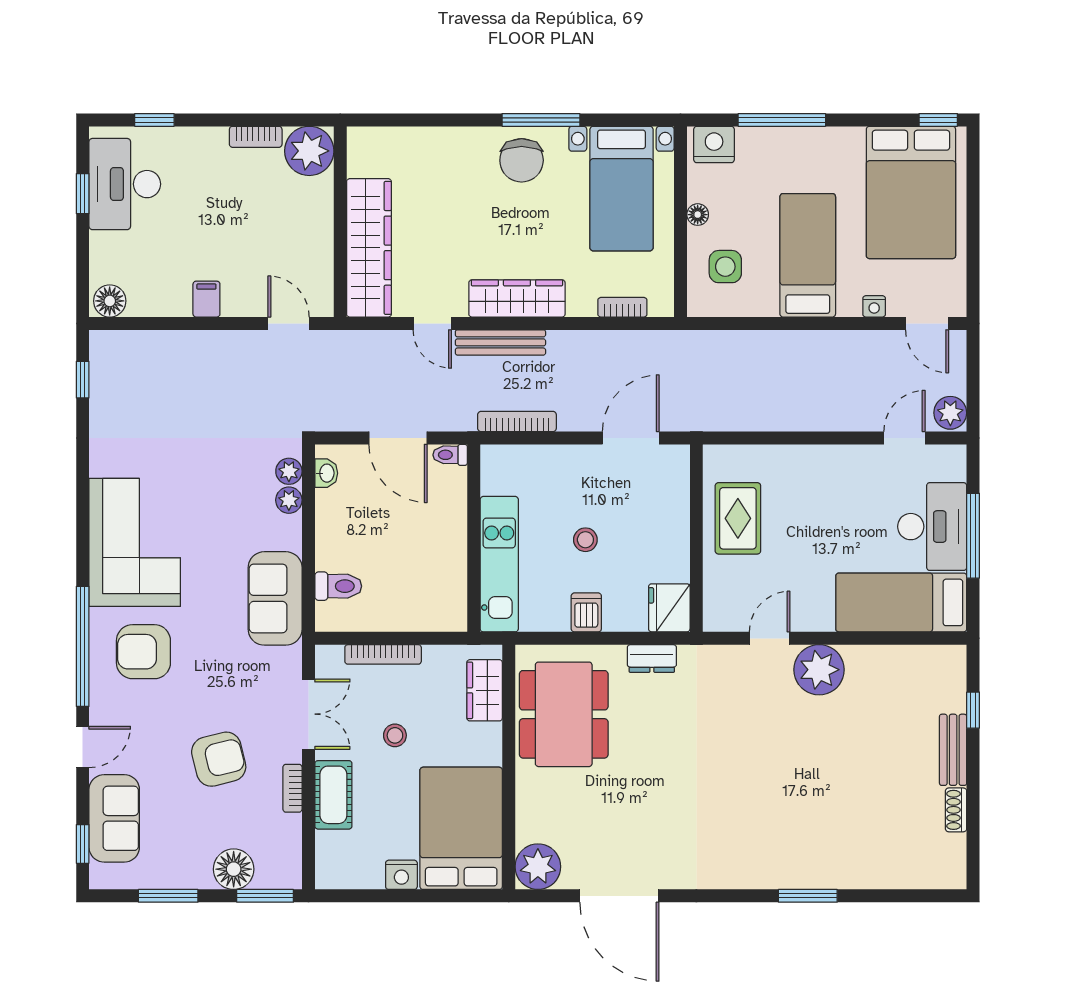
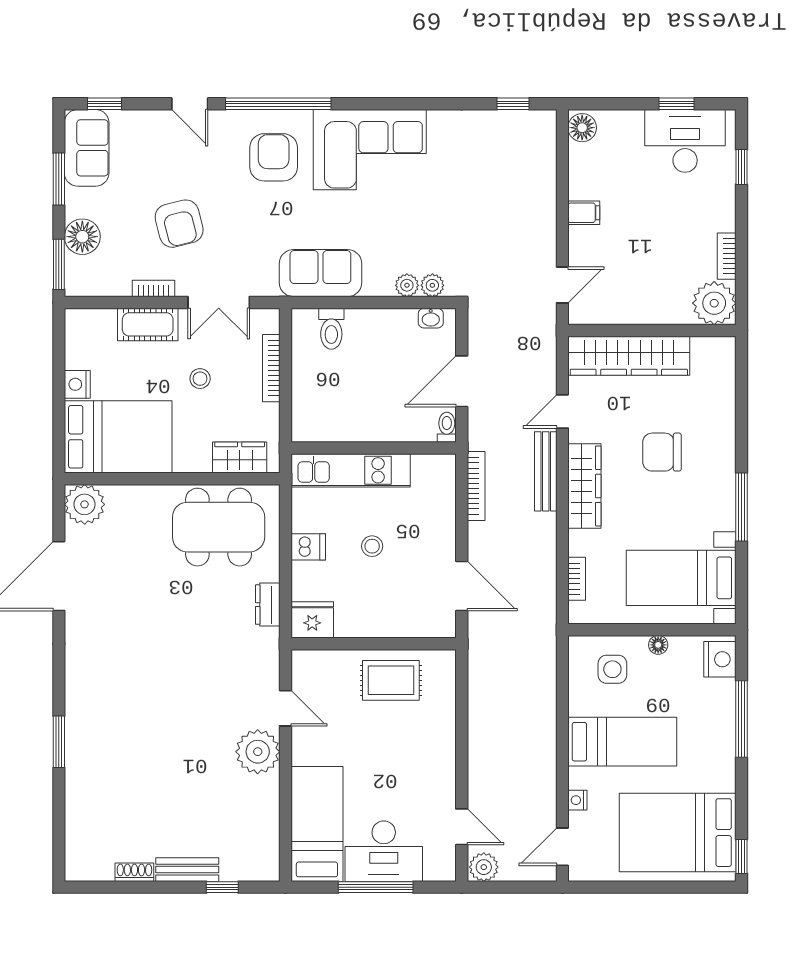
chair: (522, 160) -> (662, 452), moved
sofa: (114, 818) -> (87, 148), moved, turned -90

